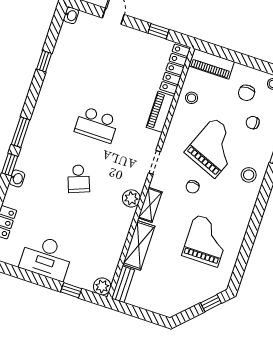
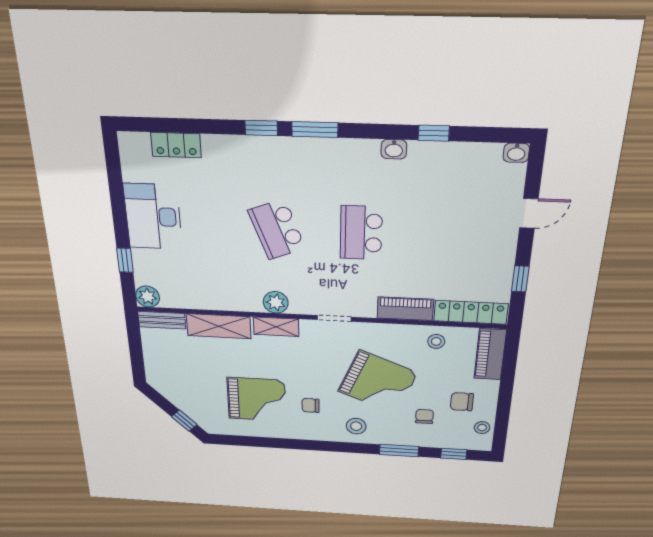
washbasin: (17, 178) -> (394, 149), moved
school desk: (79, 179) -> (277, 229), width x1.85
chair: (193, 187) -> (311, 405), moved

